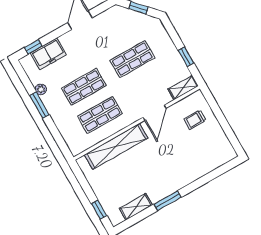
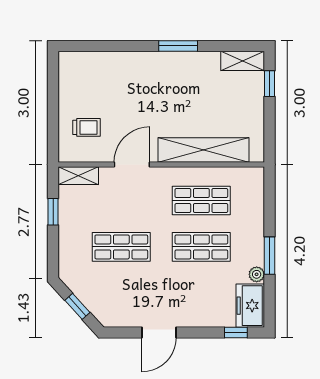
freezer: (48, 54) -> (250, 306), moved, turned -90
shelving: (136, 207) -> (243, 61), moved

